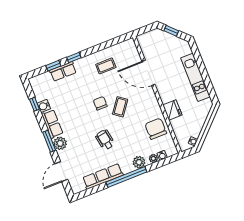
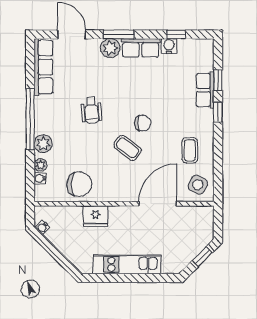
side table: (126, 52) -> (198, 185), added
wheelchair: (105, 140) -> (91, 110), turned 95
row of seats: (103, 176) -> (43, 67), moved

